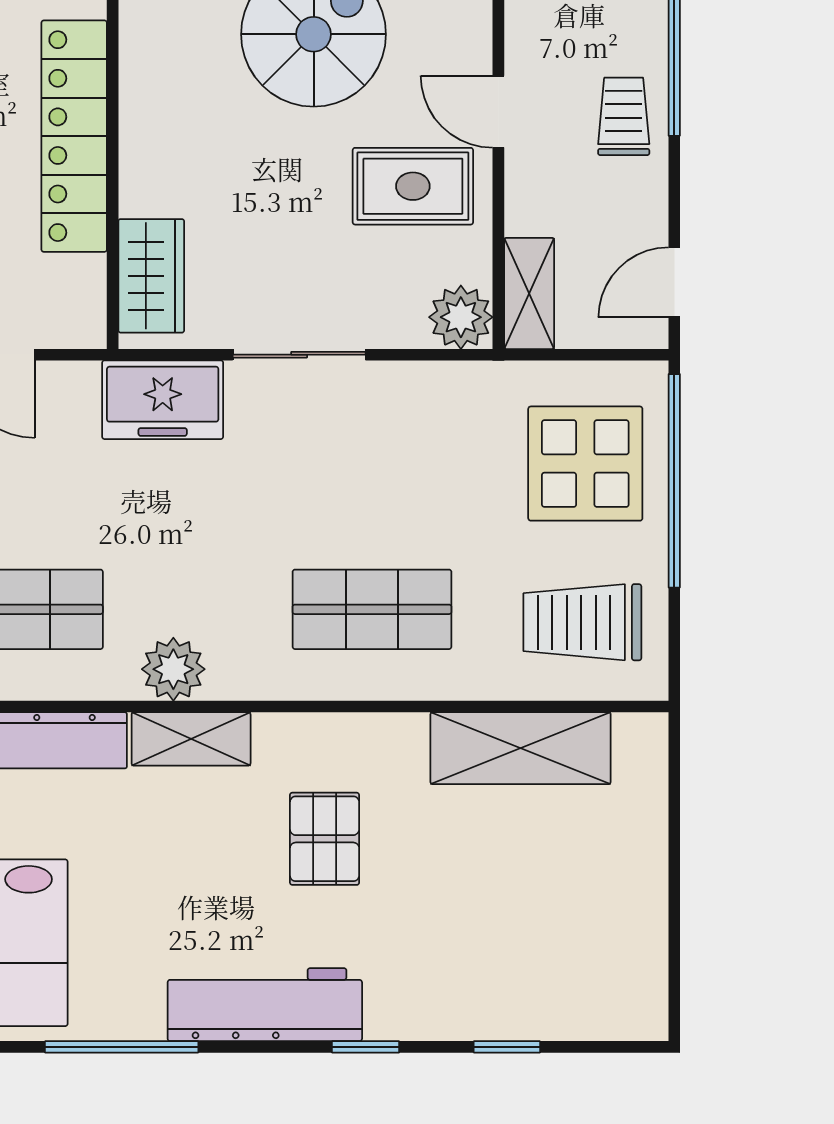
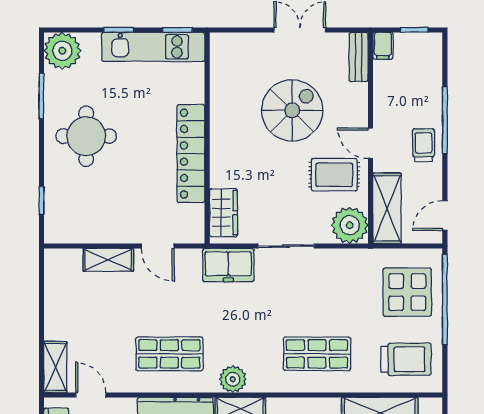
shelving: (529, 293) -> (387, 208), width x1.50, depth x1.33
plant: (461, 317) -> (350, 225), width x1.36, depth x1.36
trolley: (582, 622) -> (406, 359), turned 180

